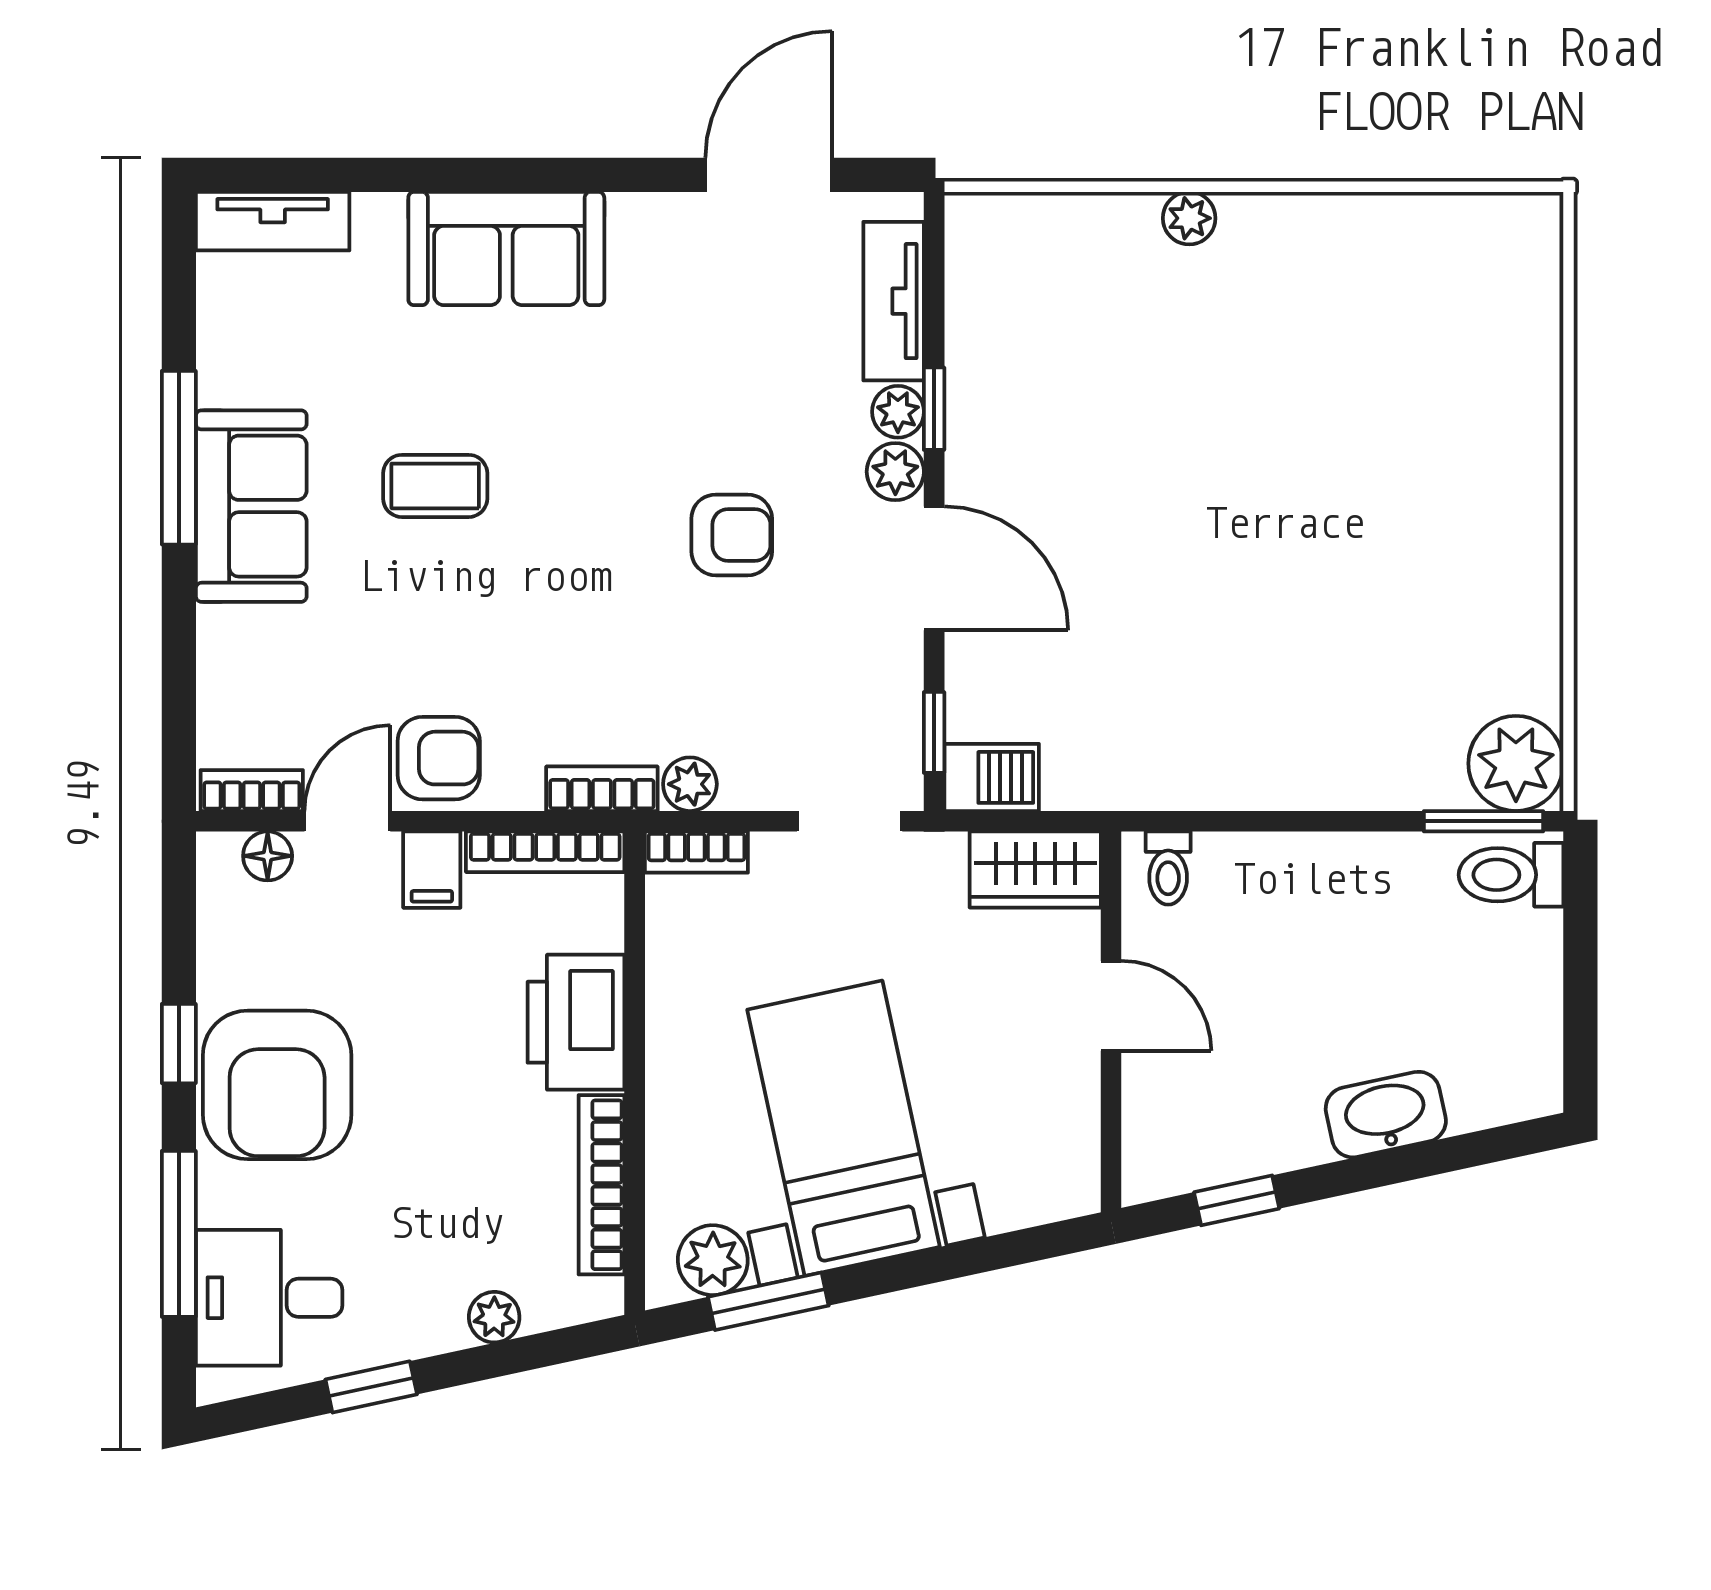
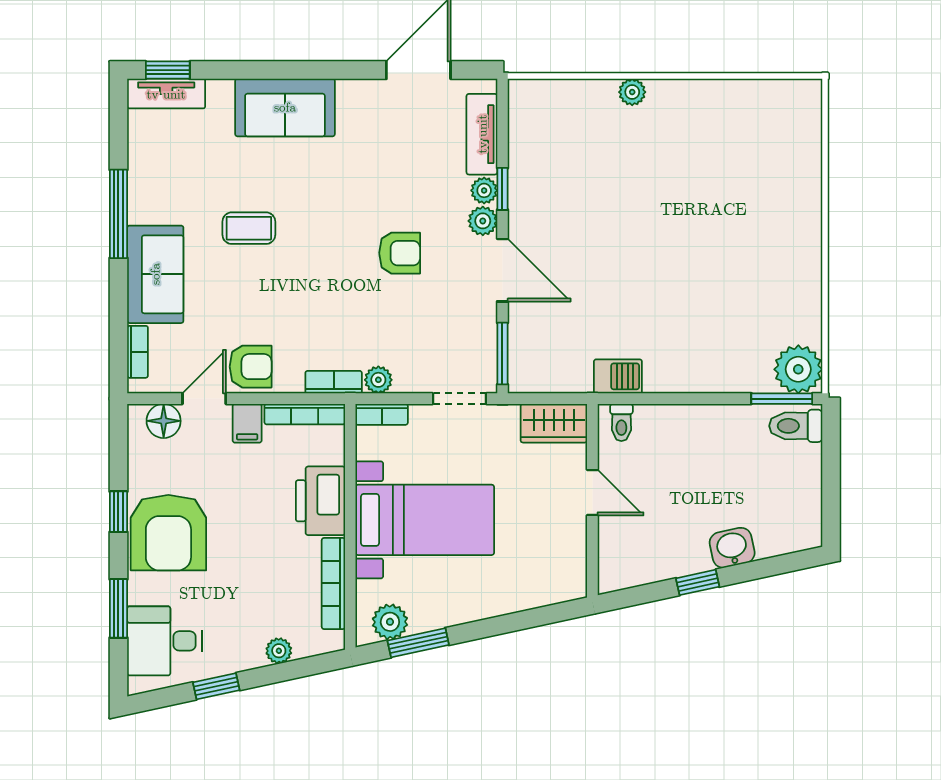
window: (276, 175) -> (168, 70), added
sofa: (251, 506) -> (155, 274), moved
window: (934, 732) -> (502, 354), width x1.50
barbecue: (992, 777) -> (618, 376), moved
bookcase: (252, 791) -> (138, 352), moved, turned 90
floor lamp: (268, 856) -> (164, 421), width x1.37, depth x1.37
washbasin: (1386, 1115) -> (732, 548), width x0.72
bed with nightstands: (844, 1128) -> (425, 520), moved, turned 102
window: (1237, 1200) -> (698, 582), moved
window: (179, 1234) -> (118, 608), width x0.69

